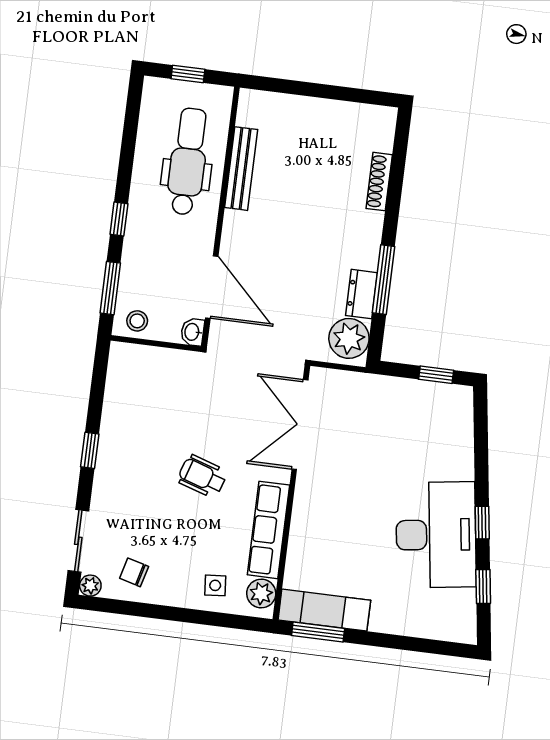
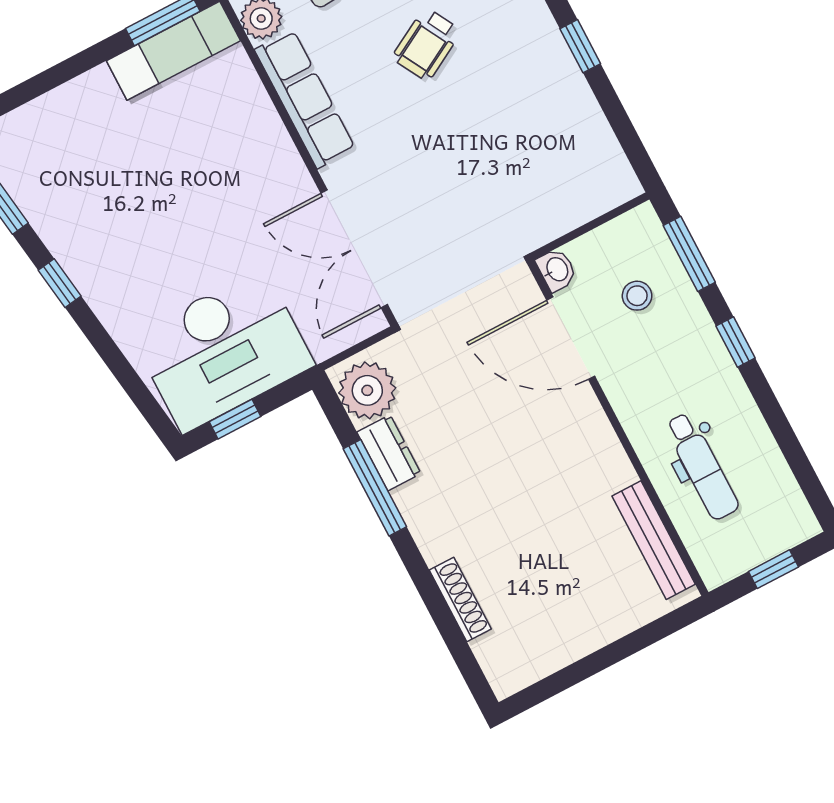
dental chair: (188, 161) -> (702, 466), width x0.73, depth x0.72
bench: (241, 169) -> (654, 540), moved
stool: (137, 321) -> (637, 296), moved
double door: (300, 425) -> (354, 249), swing flipped
wheelchair: (202, 476) -> (427, 44), moved, turned 133
desk: (436, 535) -> (223, 350), moved, turned -82

